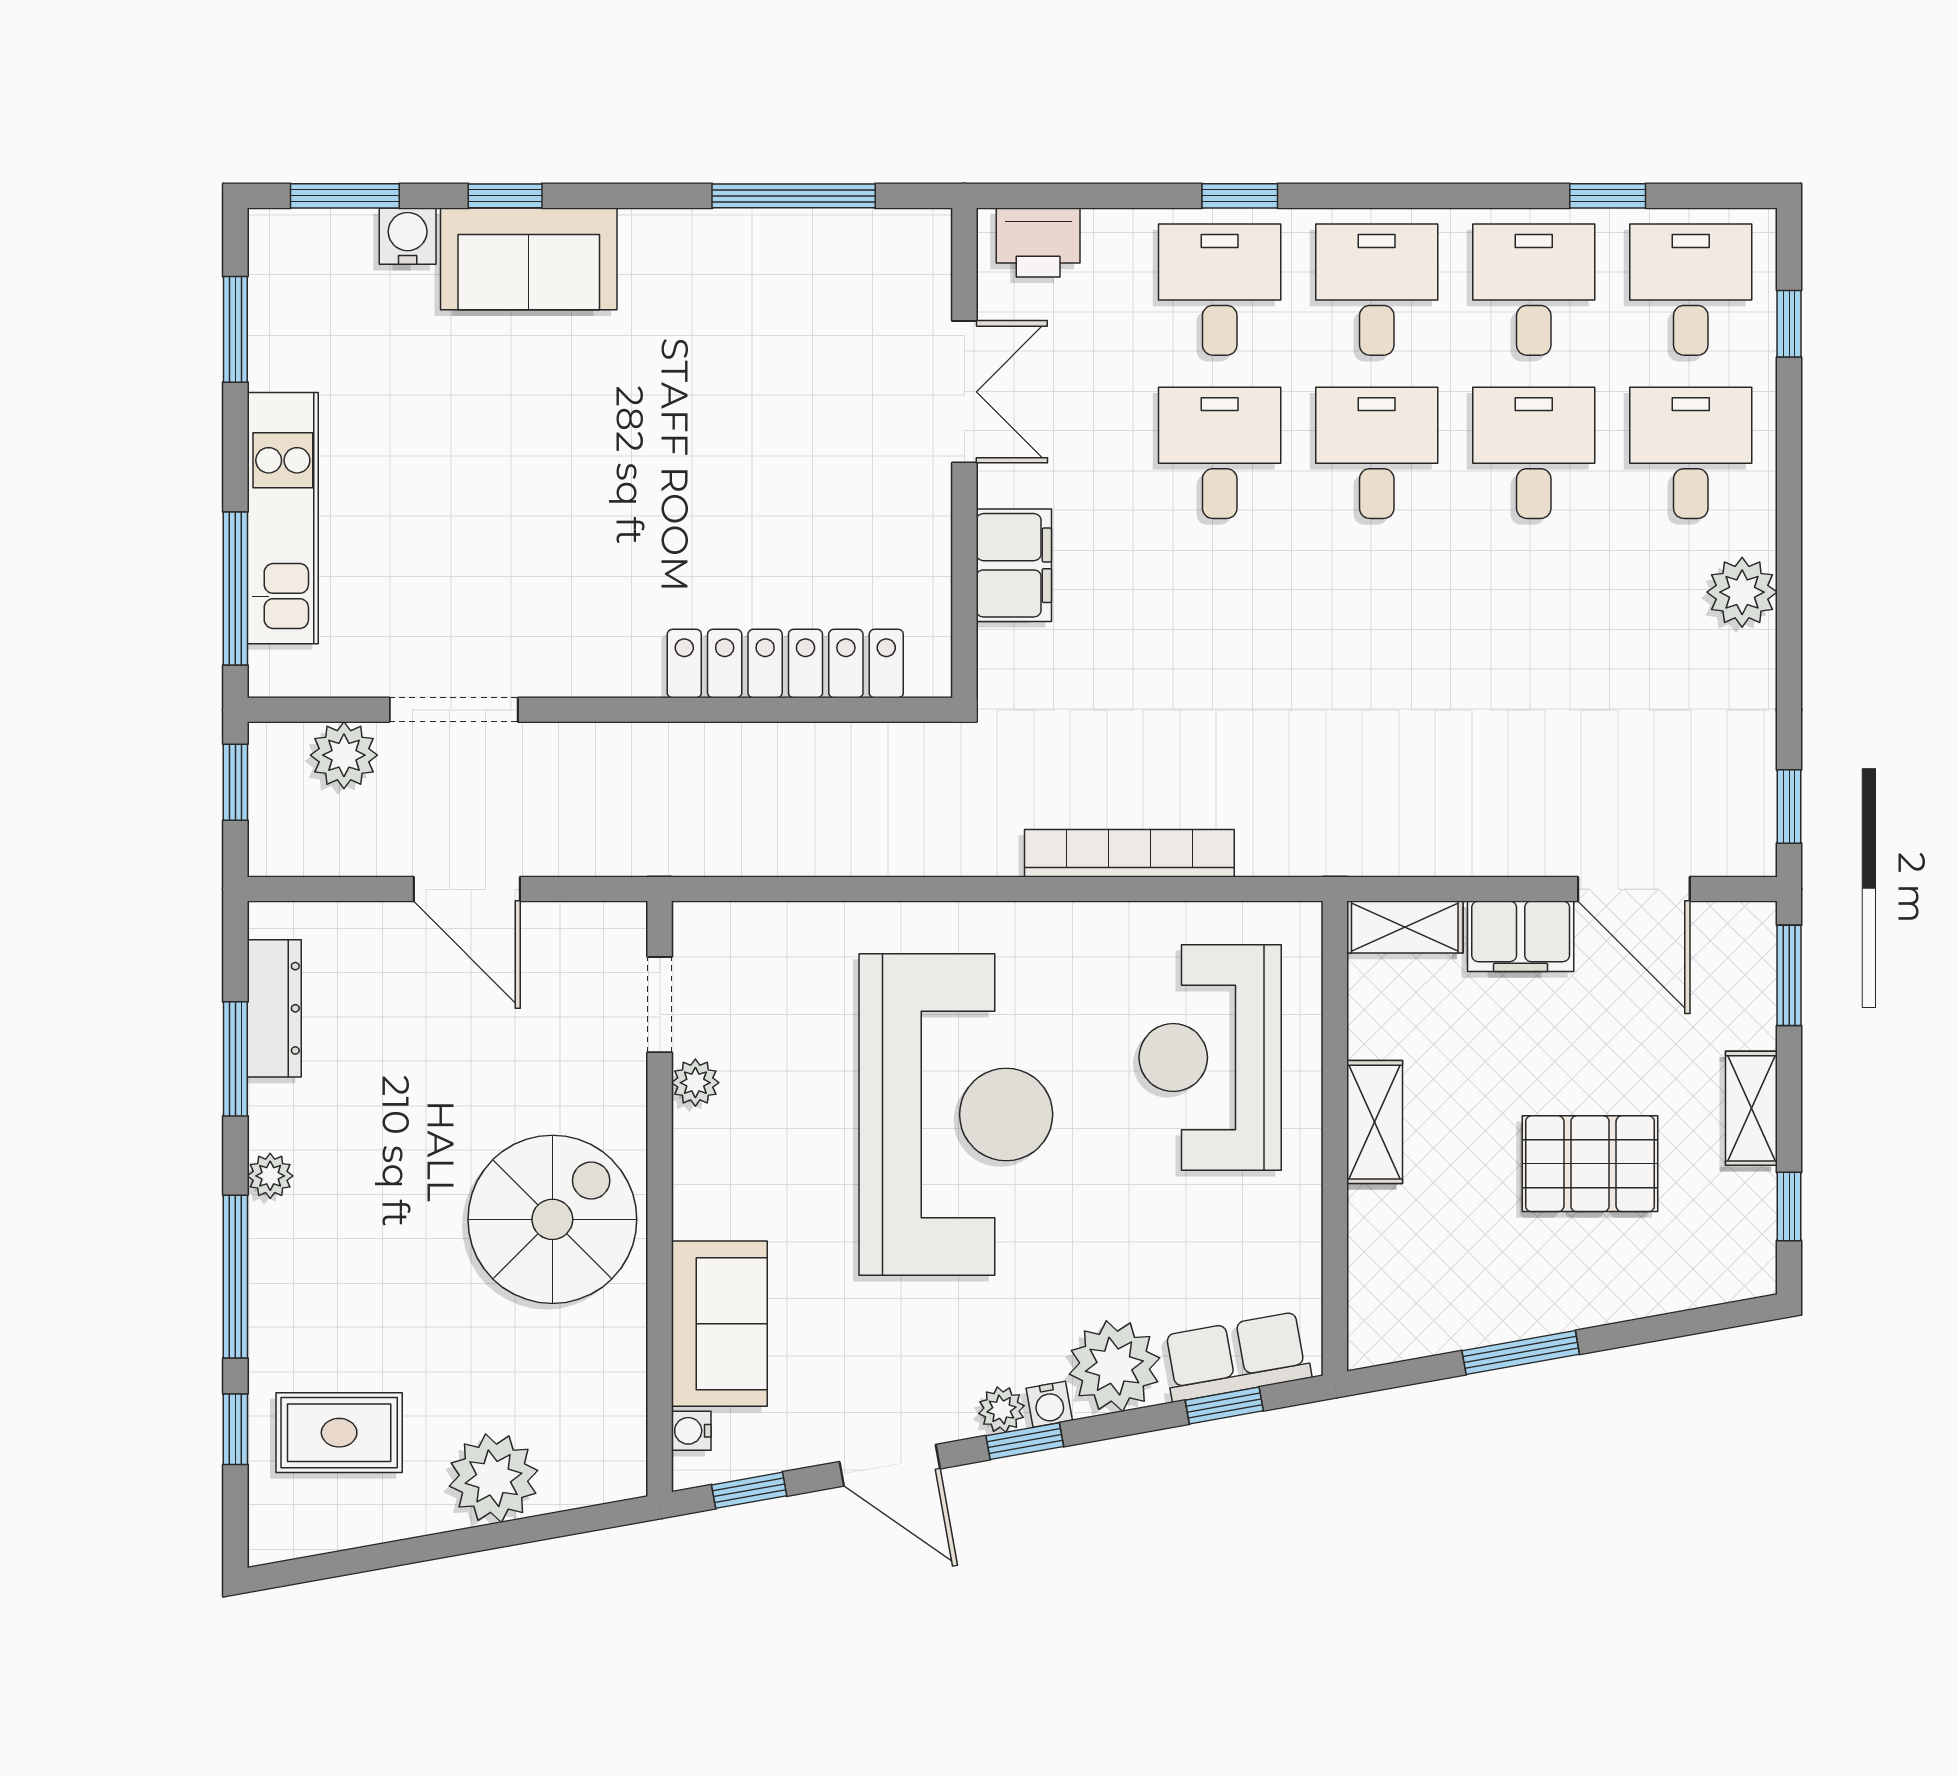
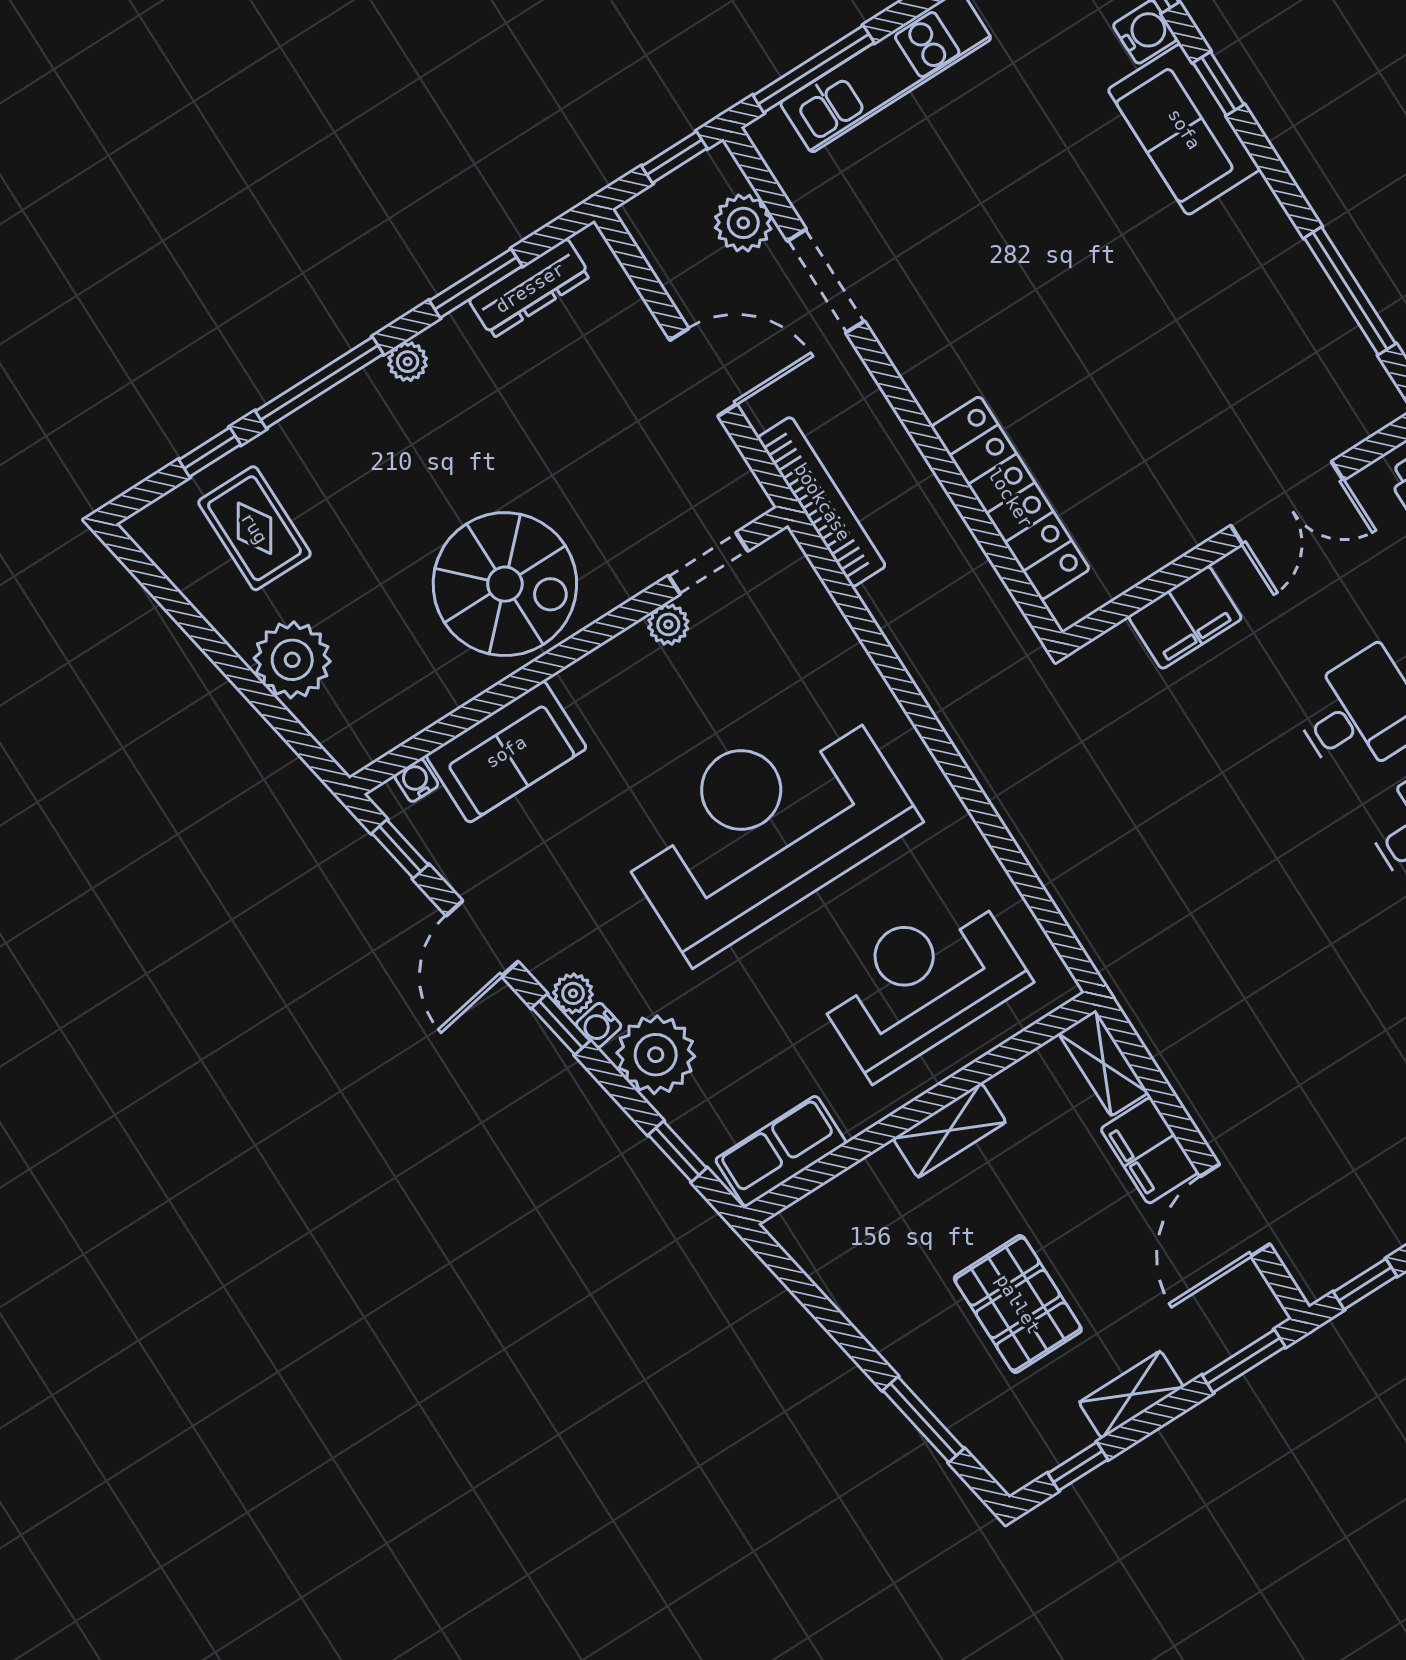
bookcase: (1129, 853) -> (822, 502), moved
door: (467, 889) -> (703, 372), swing flipped
reception desk: (956, 1114) -> (764, 826), turned 180
window: (1521, 1352) -> (923, 1419), moved
row of seats: (1236, 1357) -> (781, 1151), moved, turned -80

